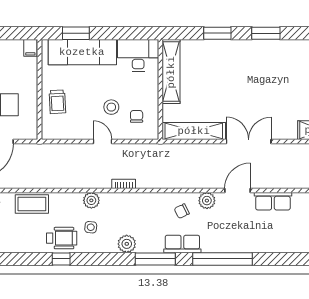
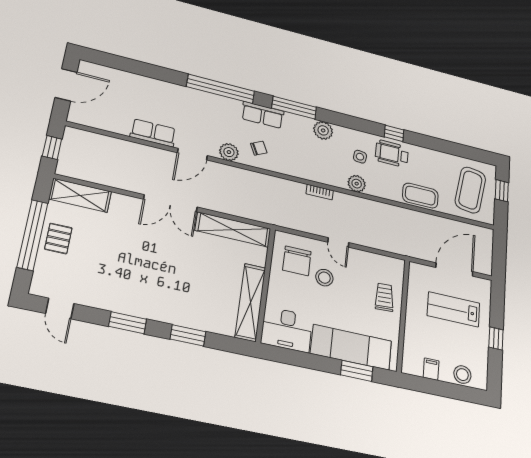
filing cabinet: (30, 48) -> (431, 369), moved
chair: (137, 116) -> (297, 261), width x1.87, depth x1.87

